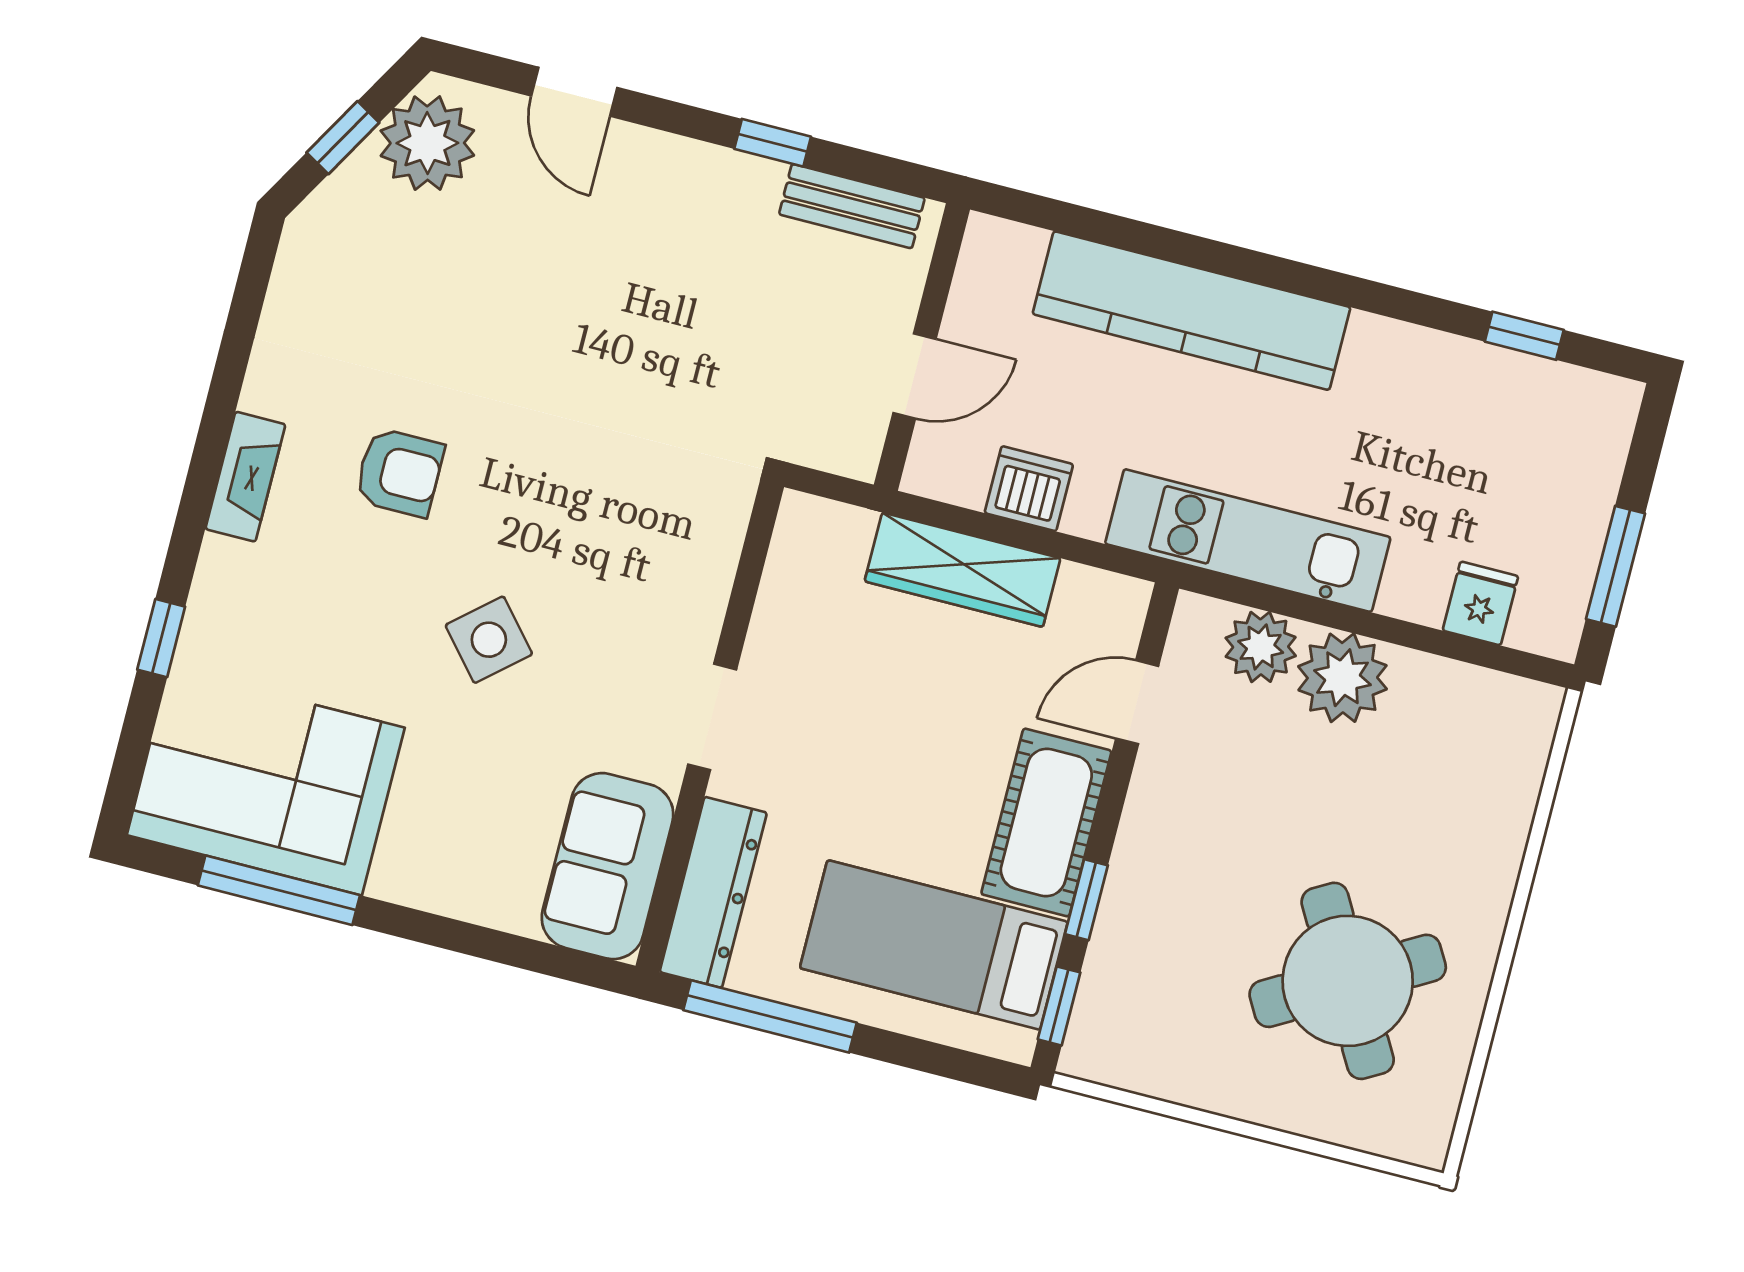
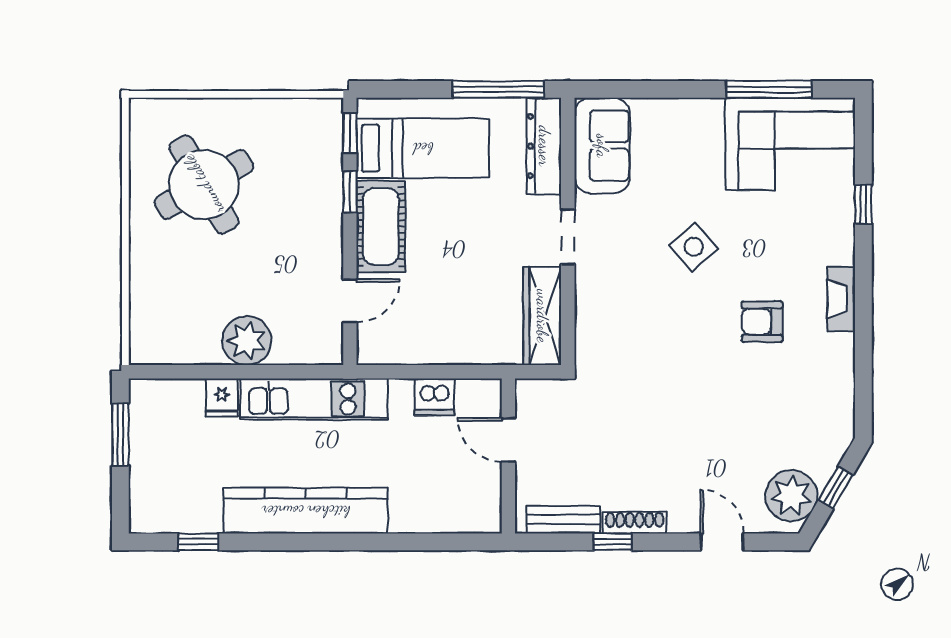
shoe rack: (724, 167) -> (635, 523), added
kitchen counter: (1192, 311) -> (306, 511), moved
door: (915, 376) -> (508, 440), hinge flipped
wardrobe: (963, 570) -> (542, 316), moved, turned -90
fridge: (1480, 603) -> (222, 397), moved
plant: (1261, 647) -> (293, 346), removed

